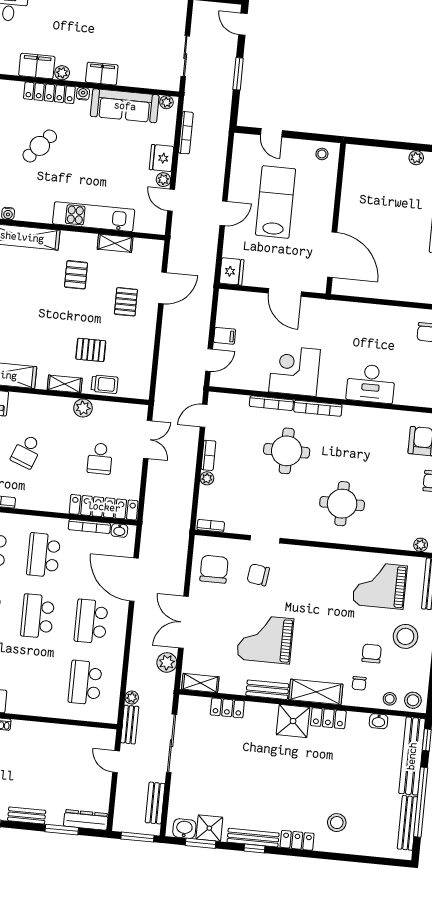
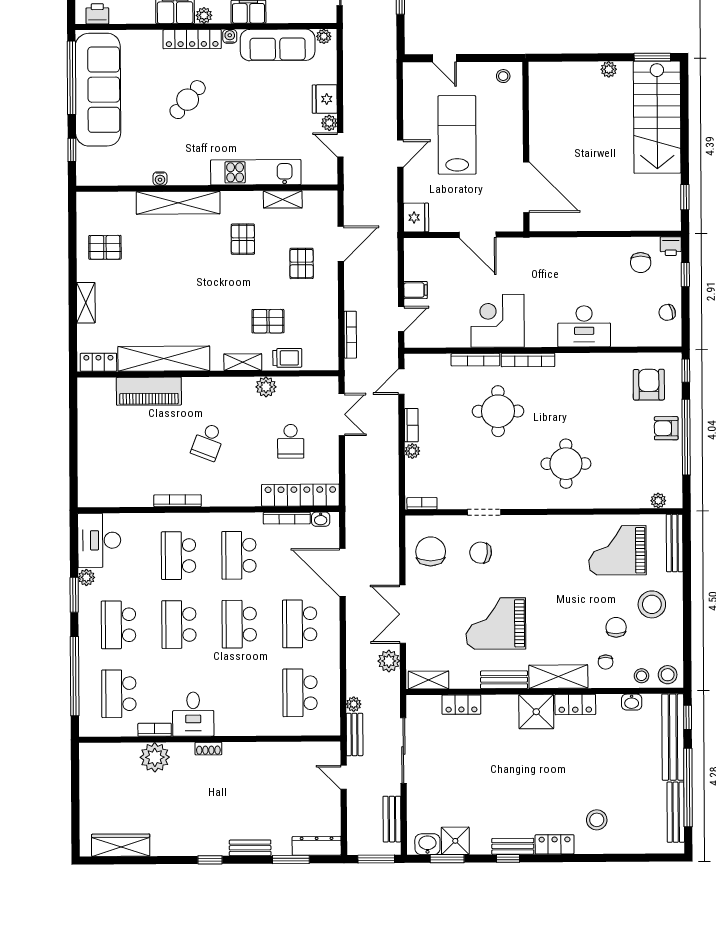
bookcase: (186, 133) -> (350, 335), moved
bench: (253, 838) -> (513, 846), width x0.73

